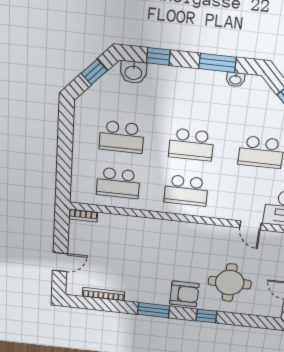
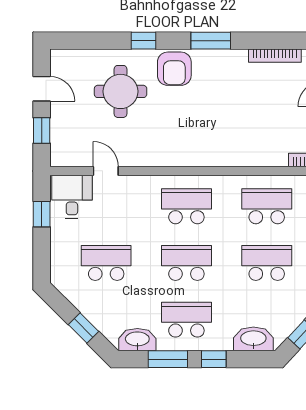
window: (158, 56) -> (214, 359), moved
washbasin: (133, 72) -> (253, 339), width x1.38
washbasin: (235, 79) -> (137, 340), width x1.91, depth x1.45
school desk: (197, 96) -> (186, 320), added
armchair: (184, 294) -> (174, 69), turned -90

